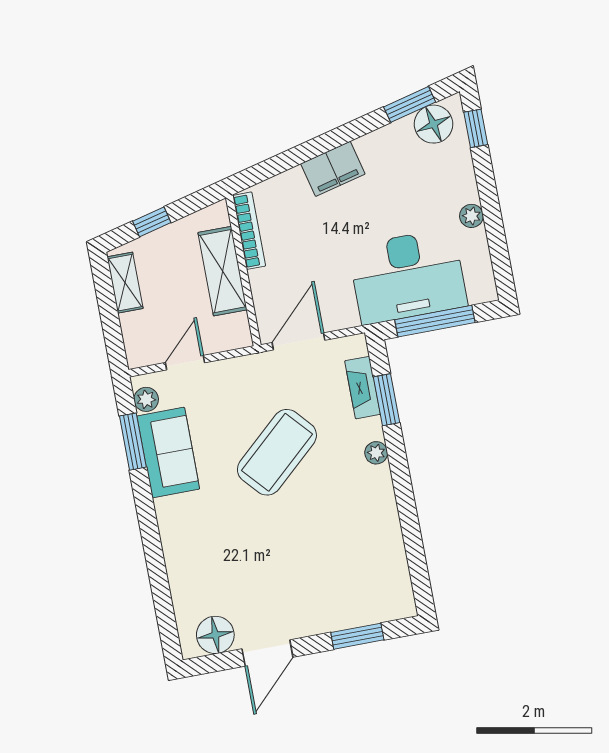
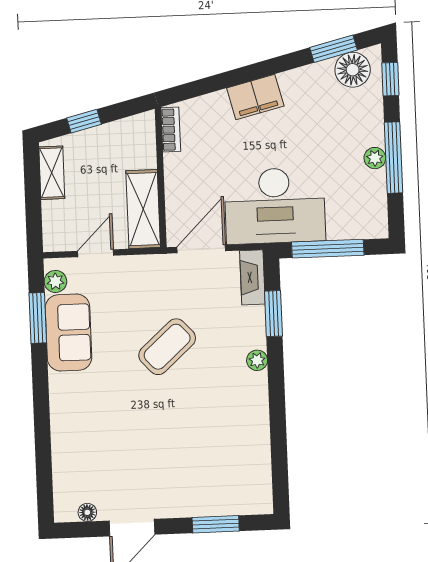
window: (491, 212) -> (394, 158), added
bookcase: (249, 231) -> (171, 130), width x0.64
shelving: (223, 271) -> (143, 209), moved
desk: (408, 276) -> (275, 206), moved
fireplace: (363, 388) -> (252, 277), moved
coffee table: (277, 452) -> (167, 347), width x0.73, depth x0.76
floor lamp: (215, 635) -> (87, 512), width x0.53, depth x0.53

